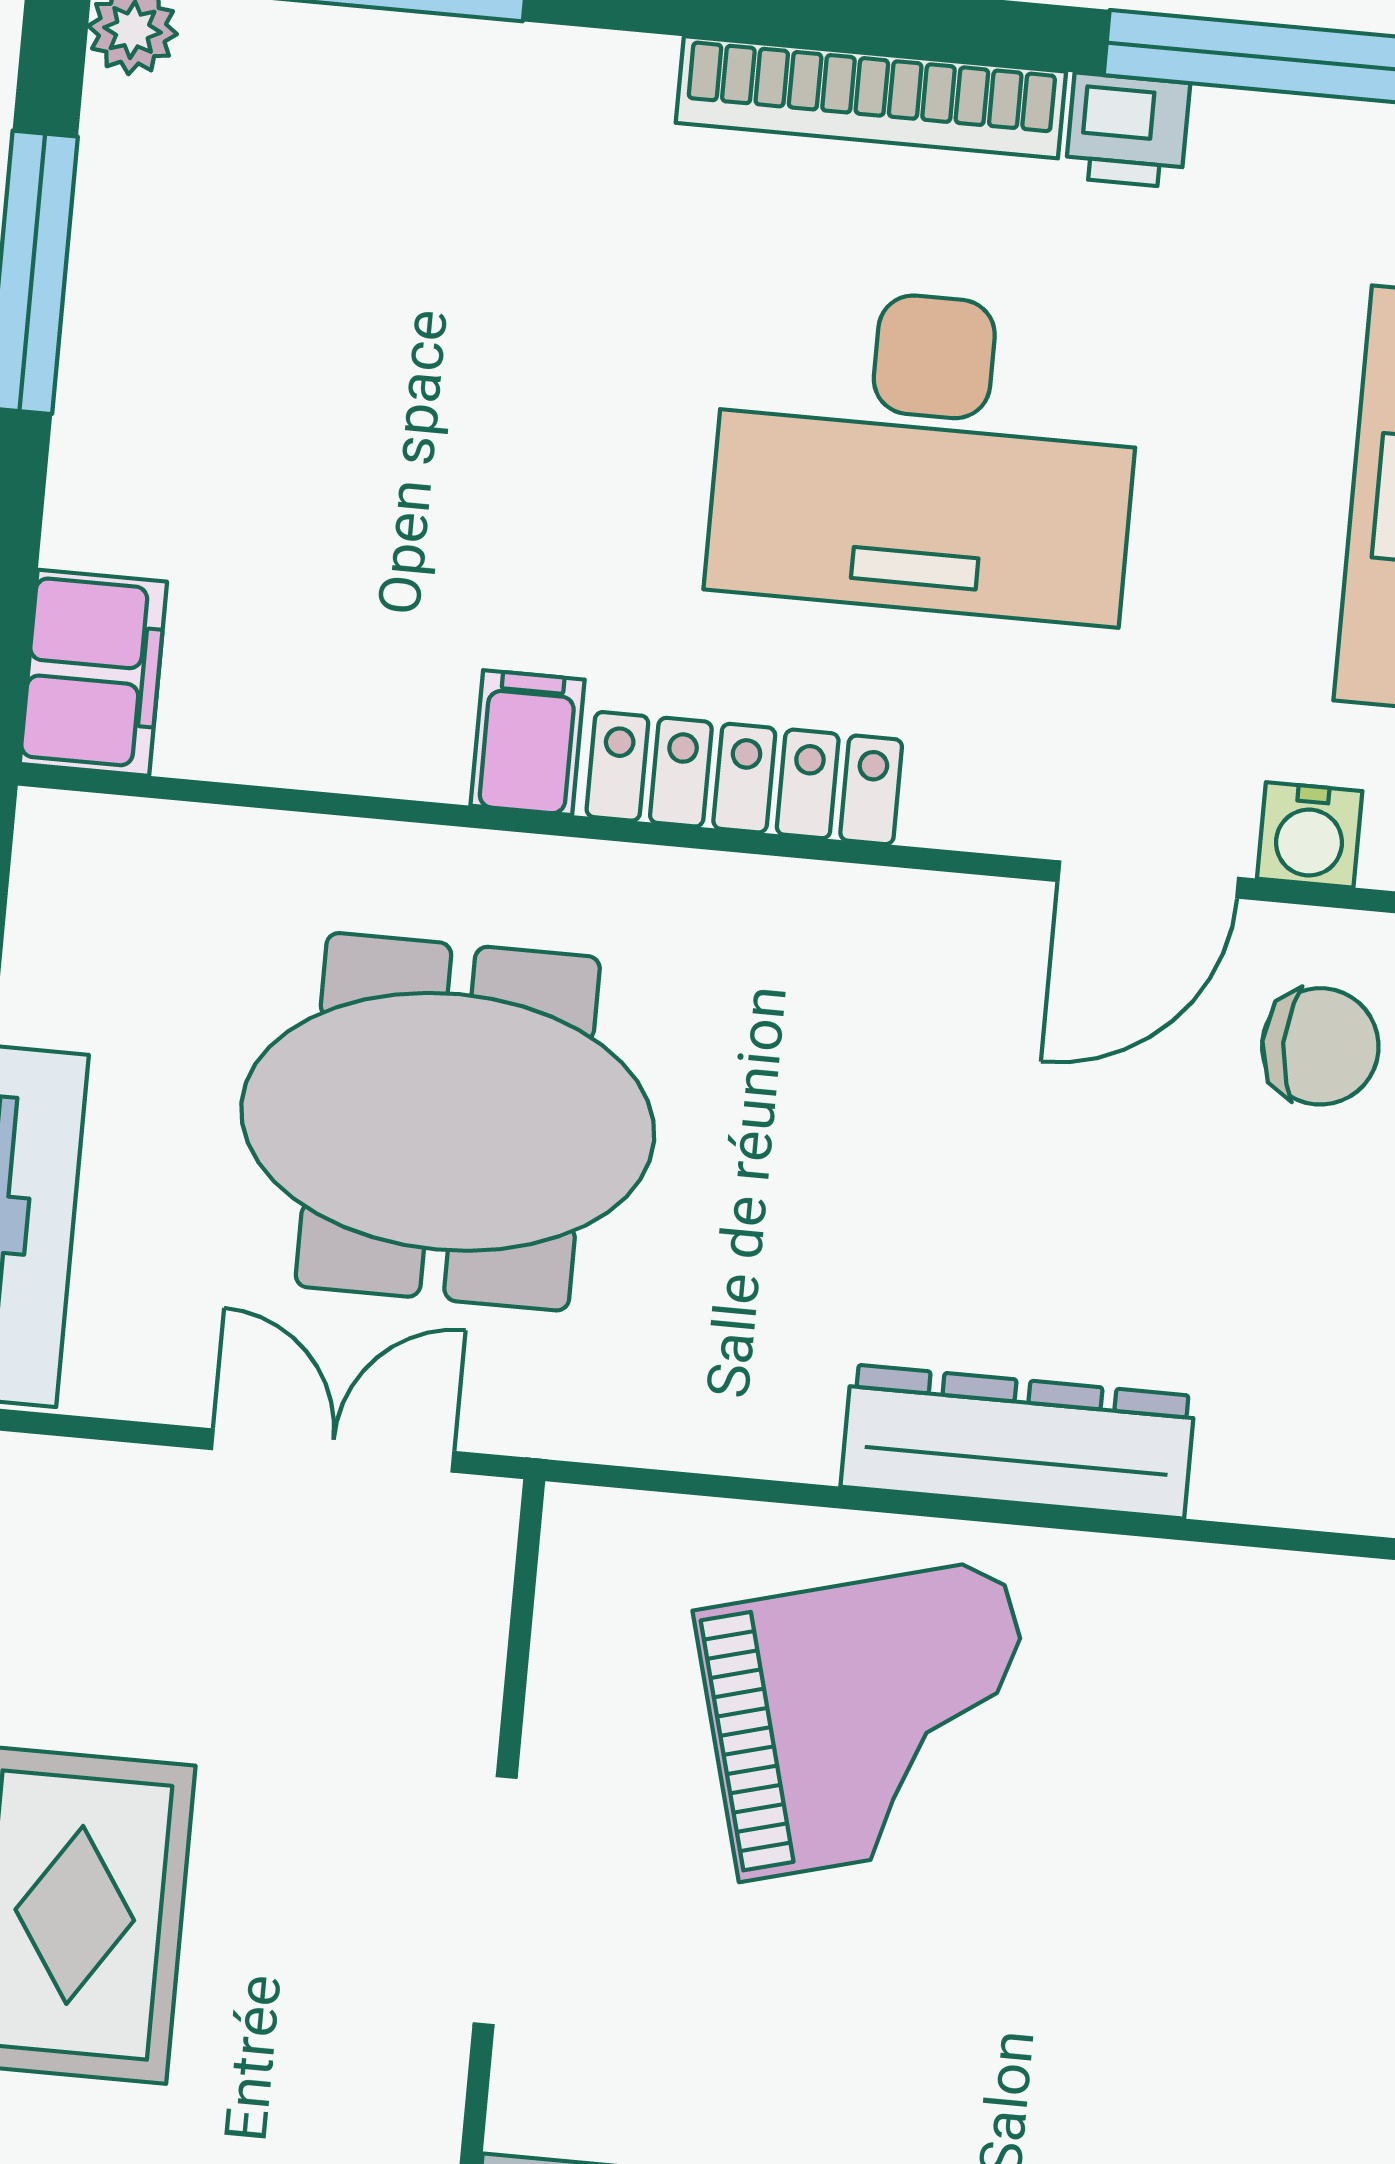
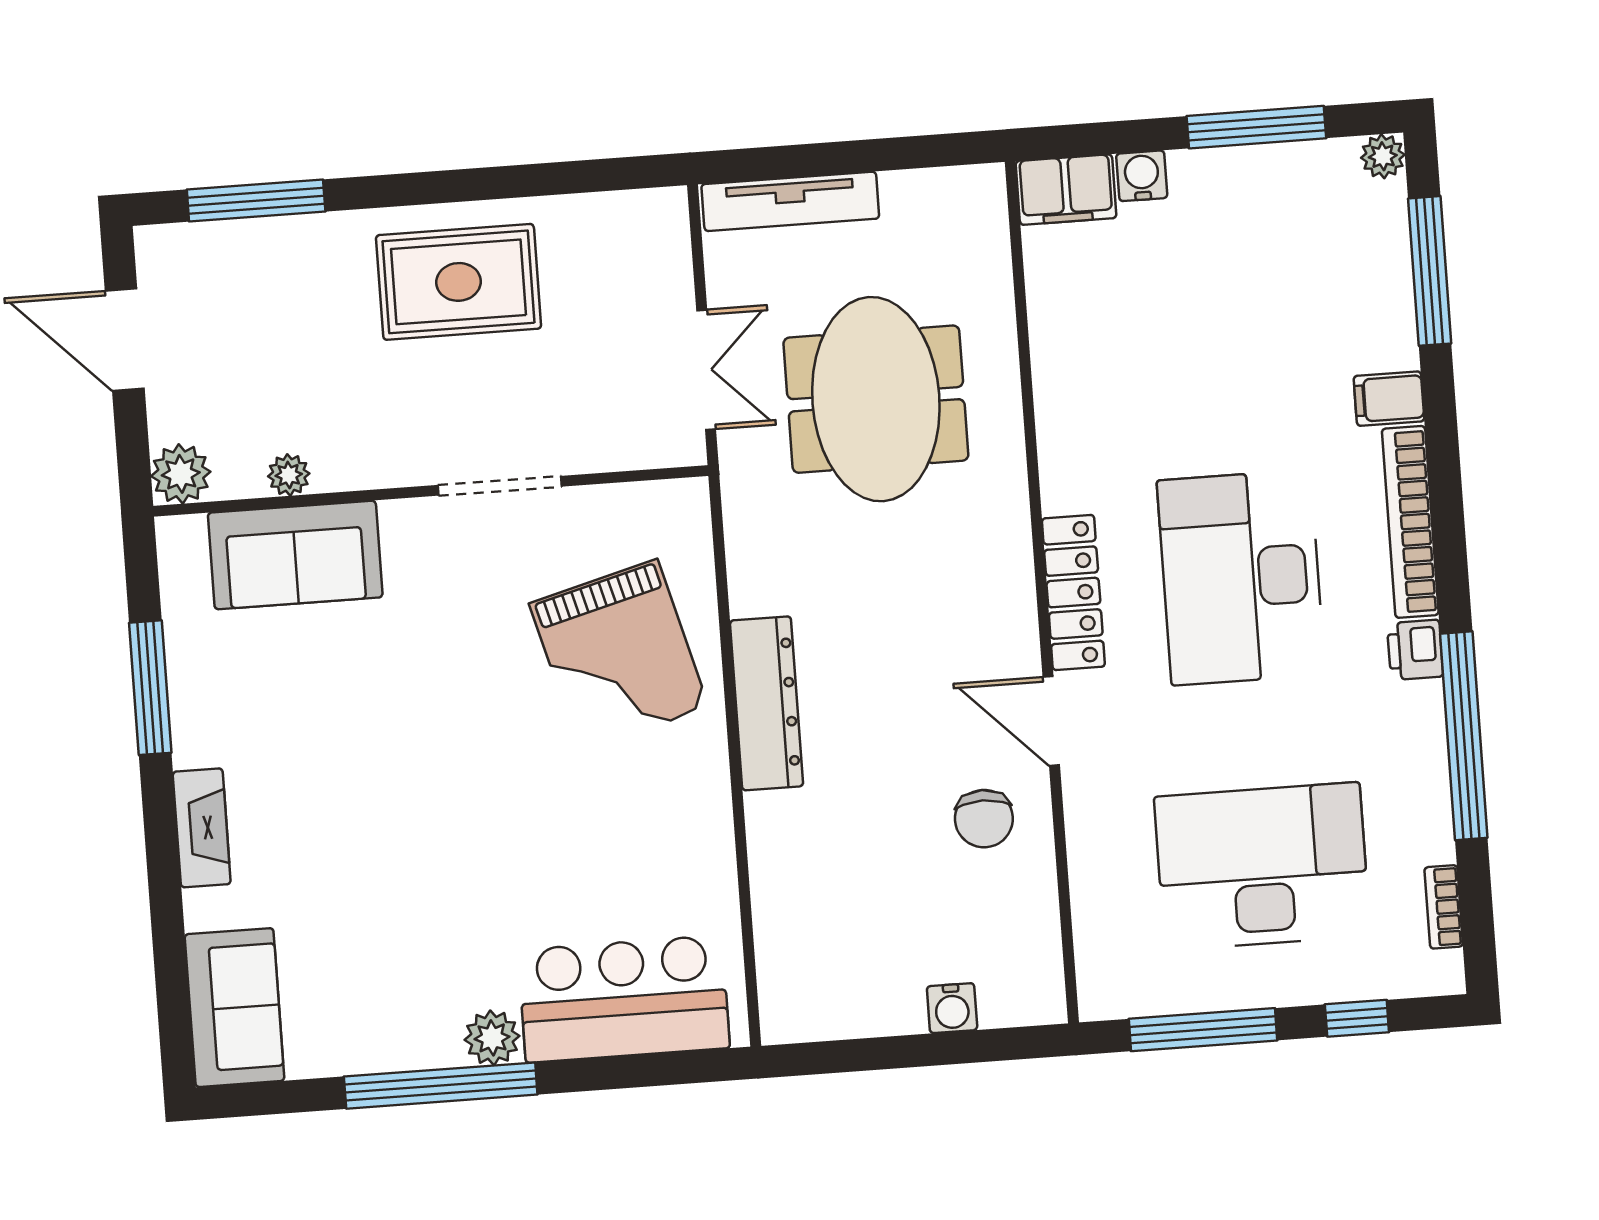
filing cabinet: (528, 743) -> (1389, 399), moved, turned 180
locker: (744, 778) -> (1073, 593), moved
water cooler: (1310, 835) -> (1142, 176), moved, turned 90

